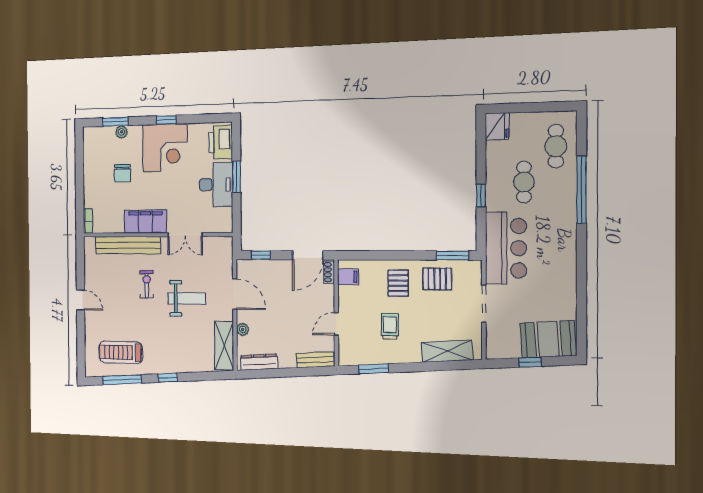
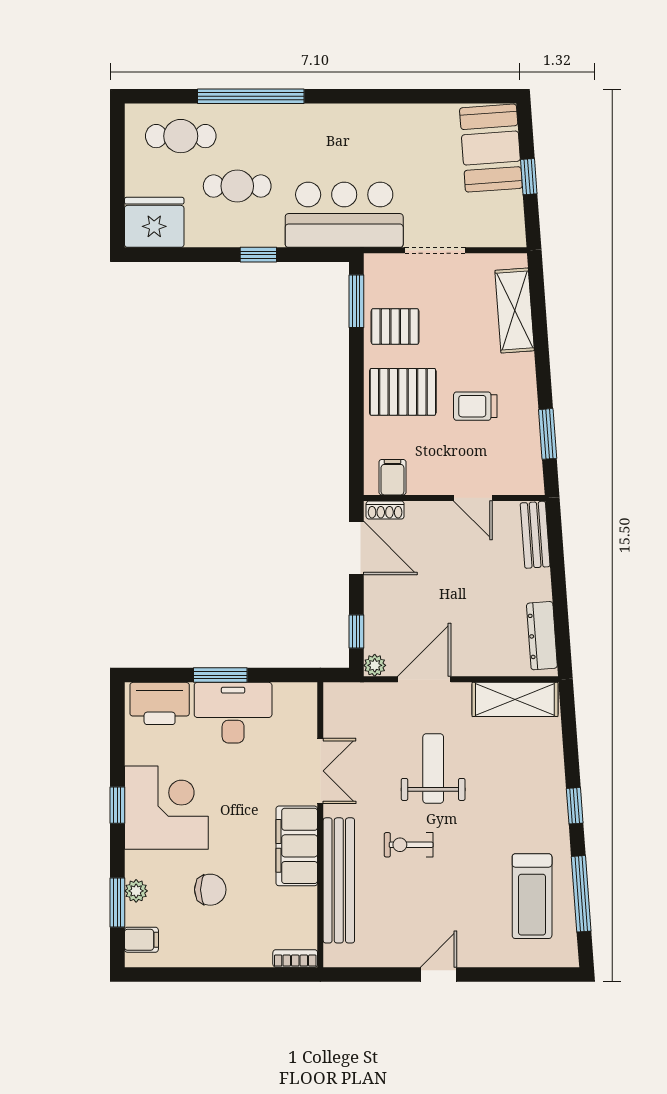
fridge: (497, 126) -> (154, 222), width x1.36, depth x1.34
filing cabinet: (97, 136) -> (141, 940), added
pallet: (437, 279) -> (395, 327), turned 90
pallet: (398, 283) -> (403, 392), width x1.50, depth x1.42
plant: (243, 329) -> (375, 665), moved

